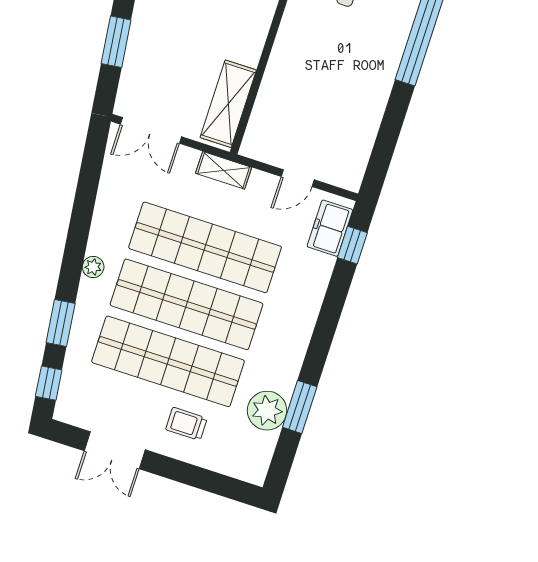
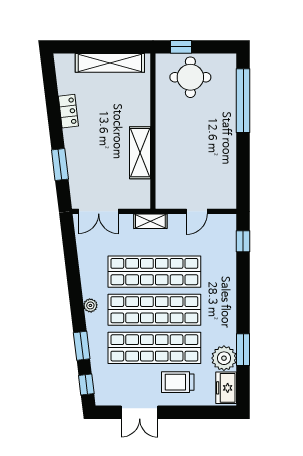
shelving: (228, 104) -> (140, 153), moved
freezer: (330, 228) -> (226, 388), moved
trolley: (186, 424) -> (178, 382), width x1.36, depth x1.39

